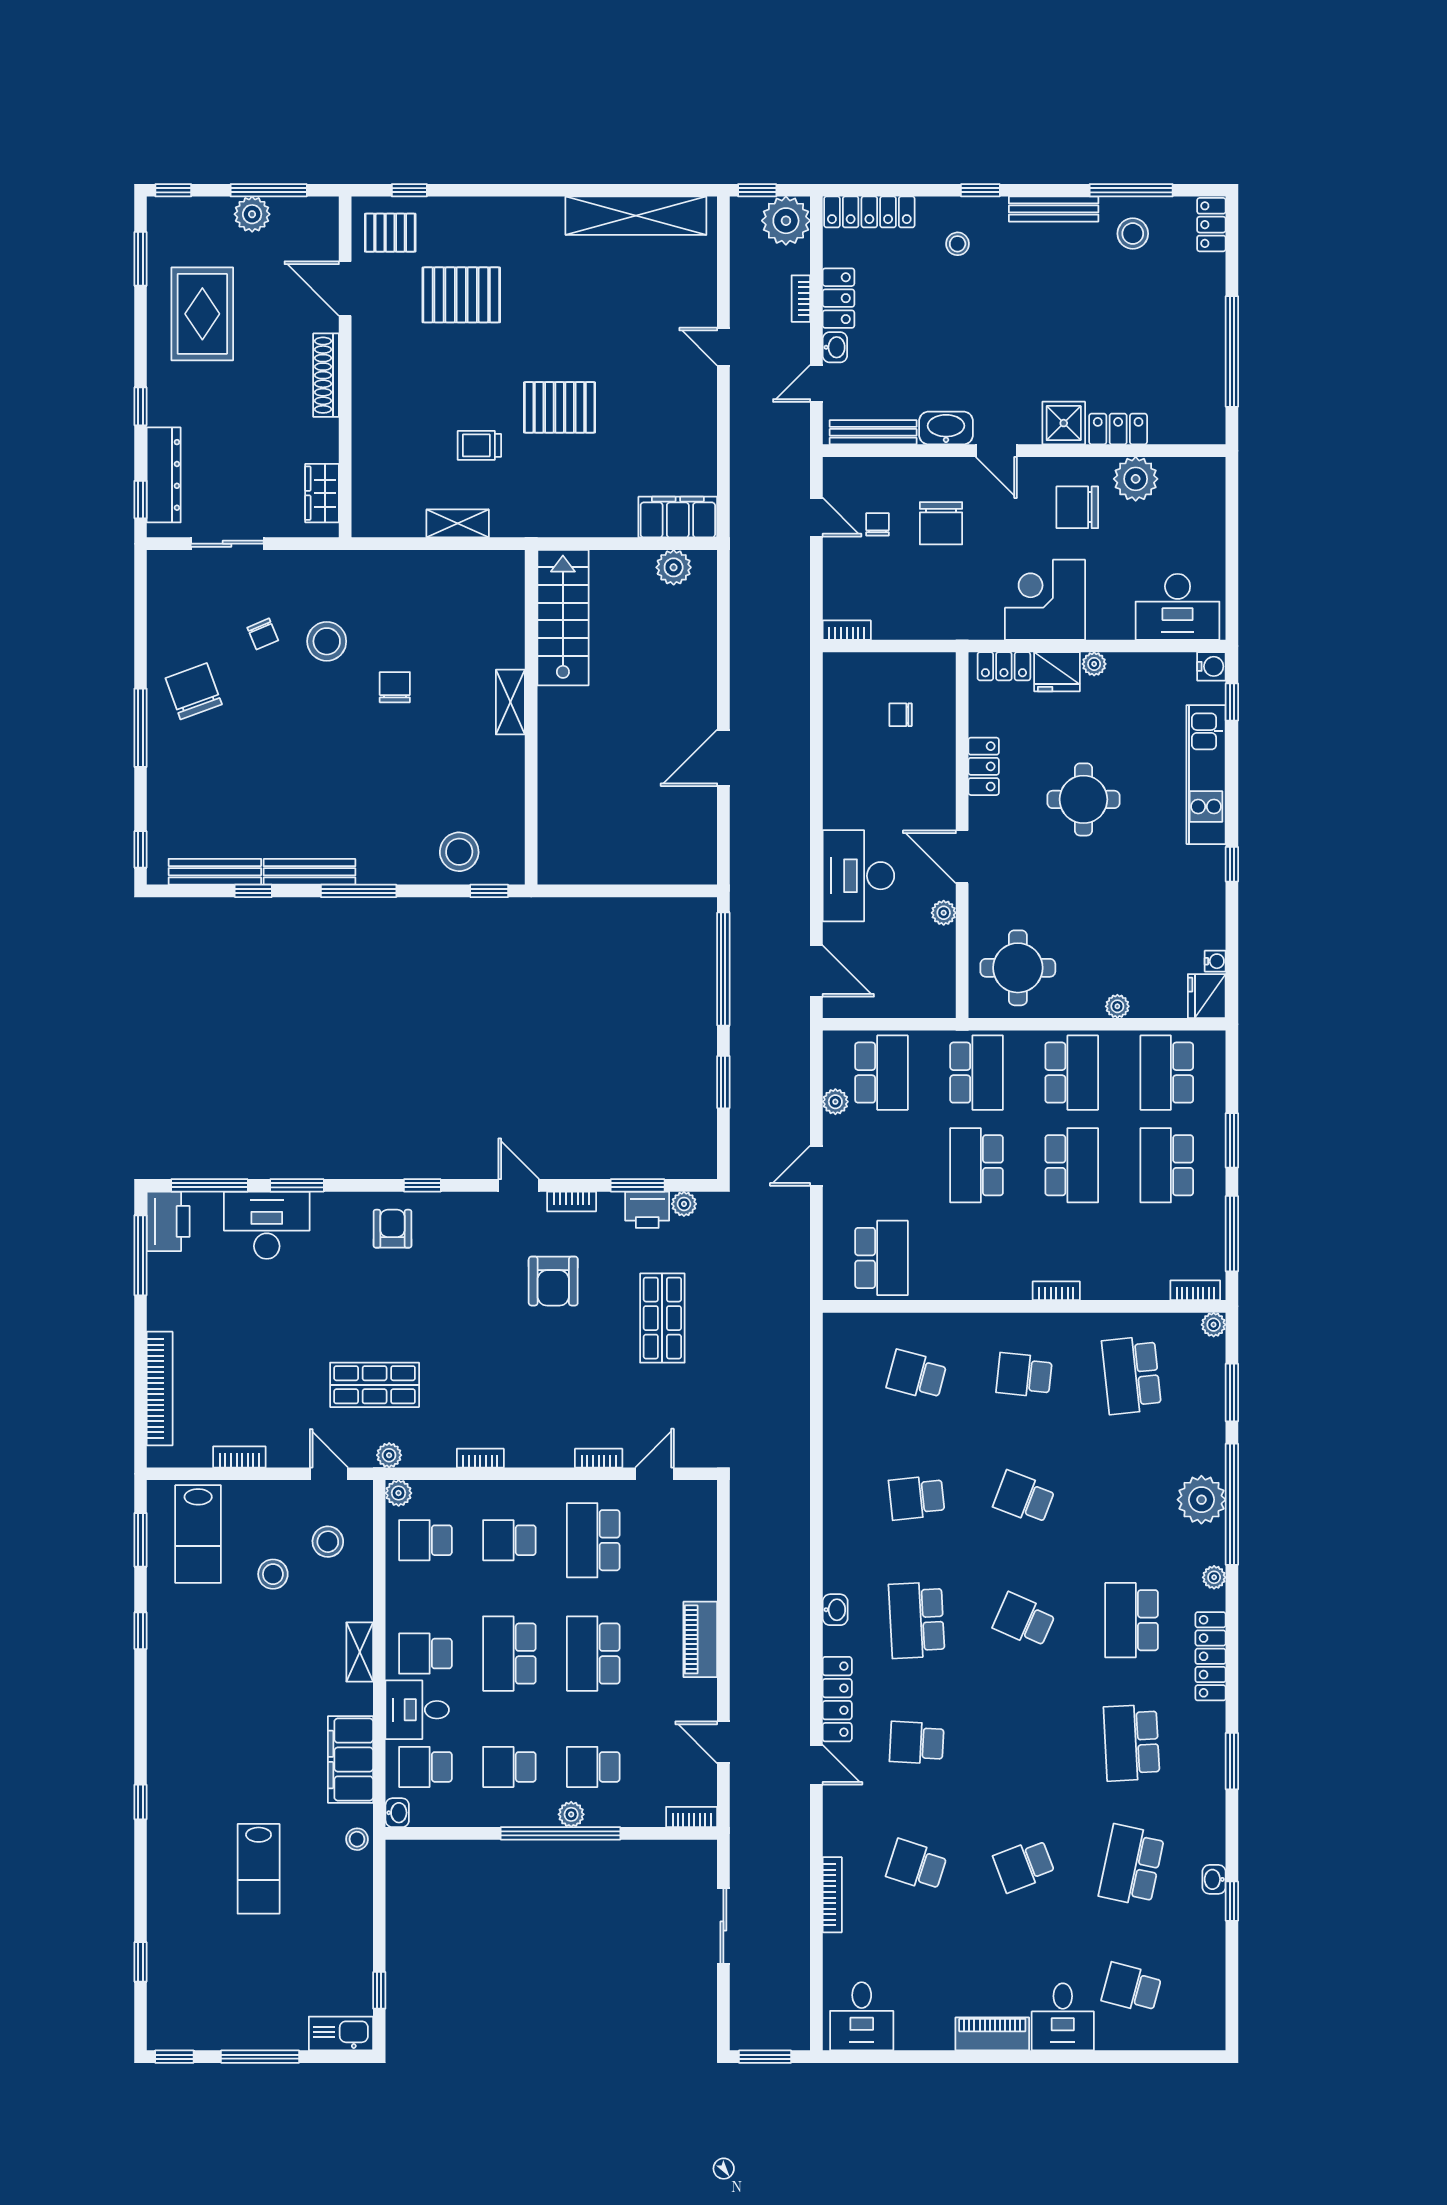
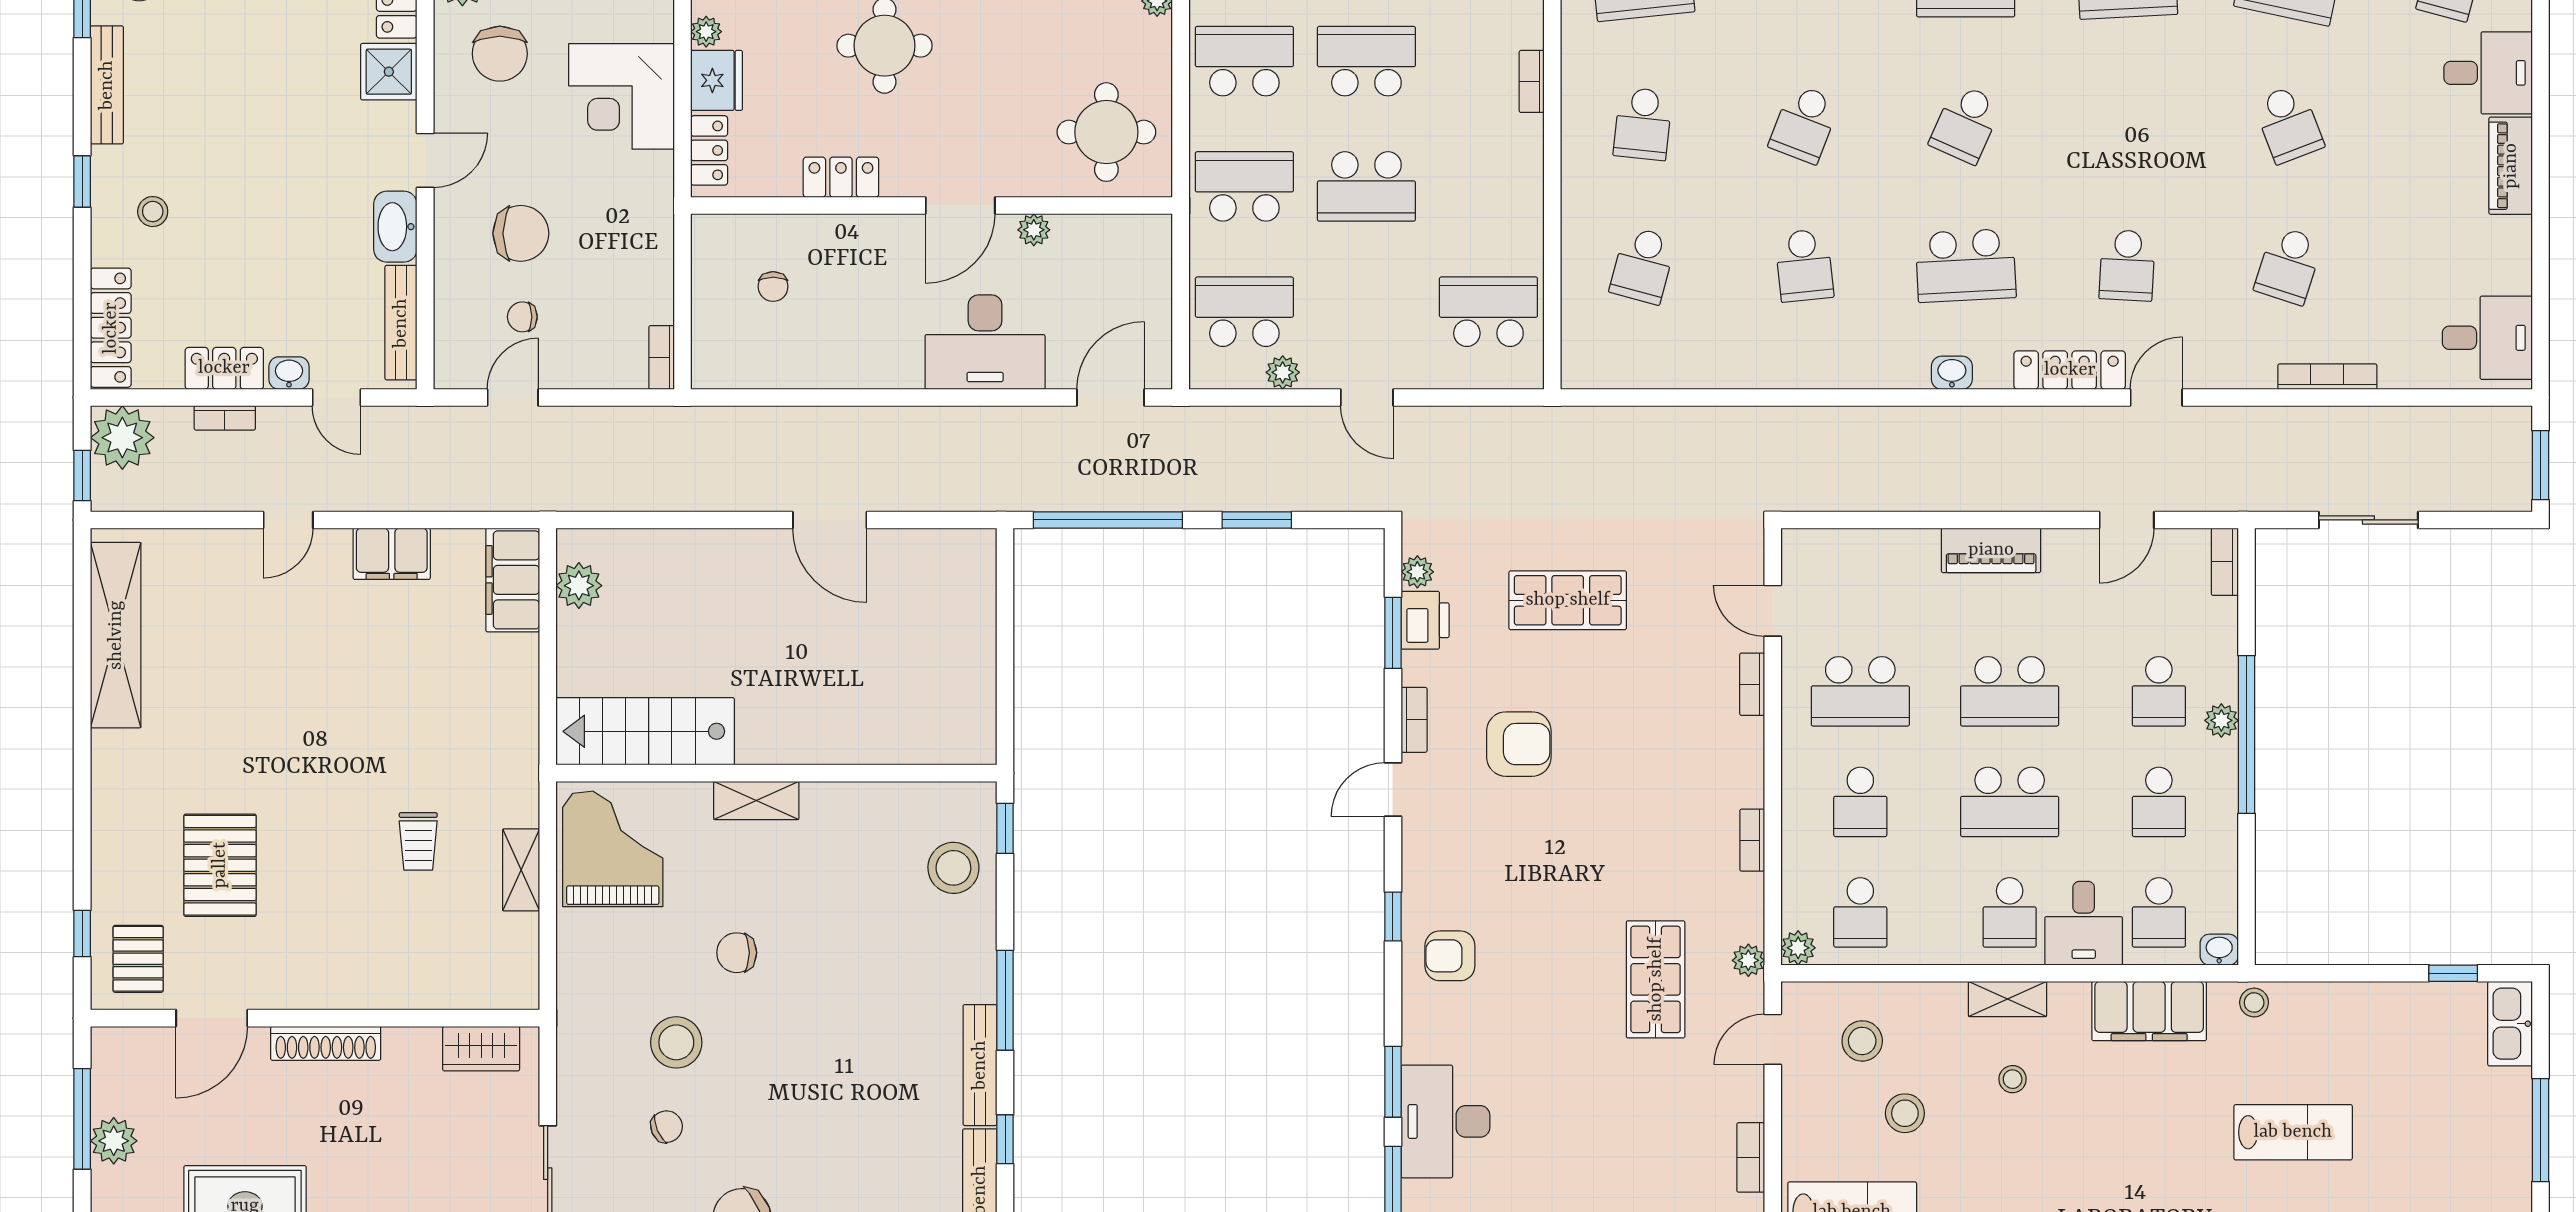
pallet: (560, 407) -> (368, 736), removed
filing cabinet: (698, 425) -> (392, 554), added
grand piano: (474, 593) -> (613, 849), added
stool: (299, 1656) -> (2013, 1079), added

